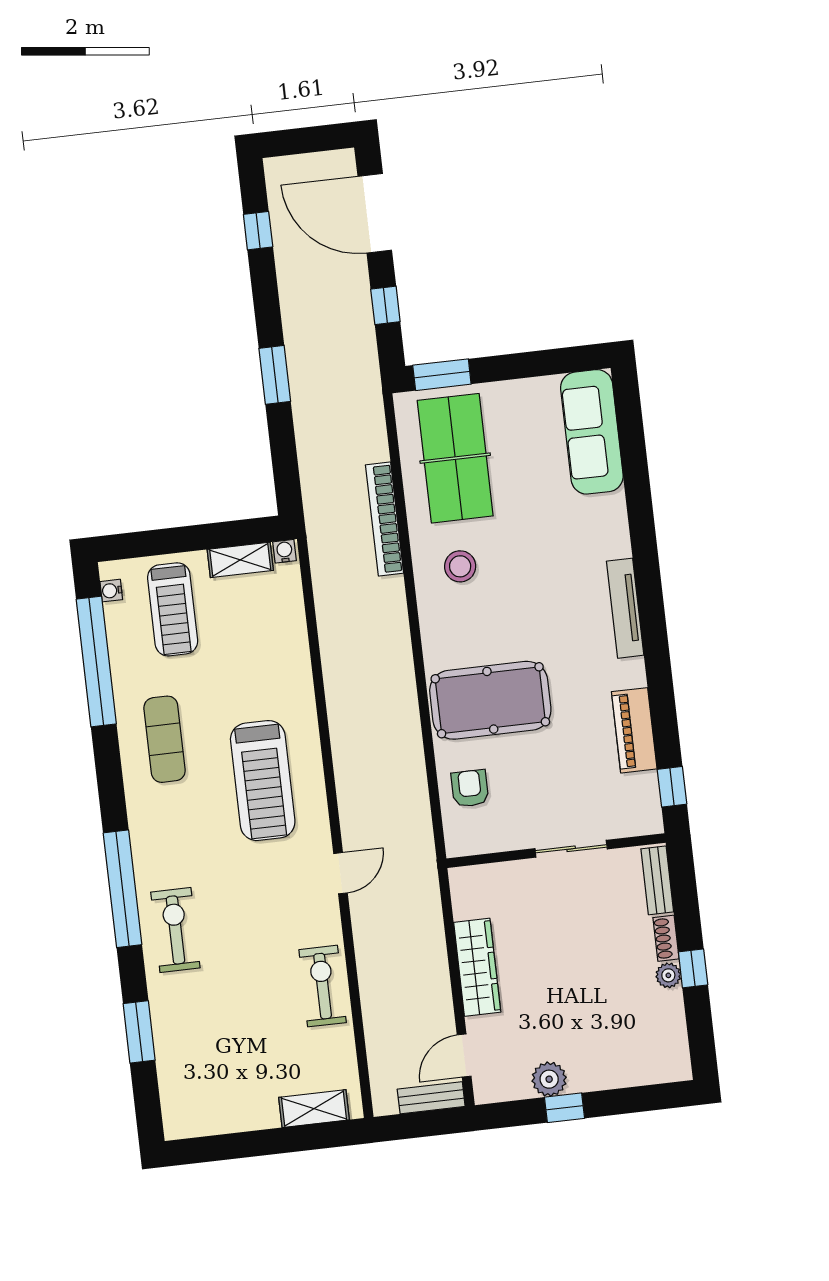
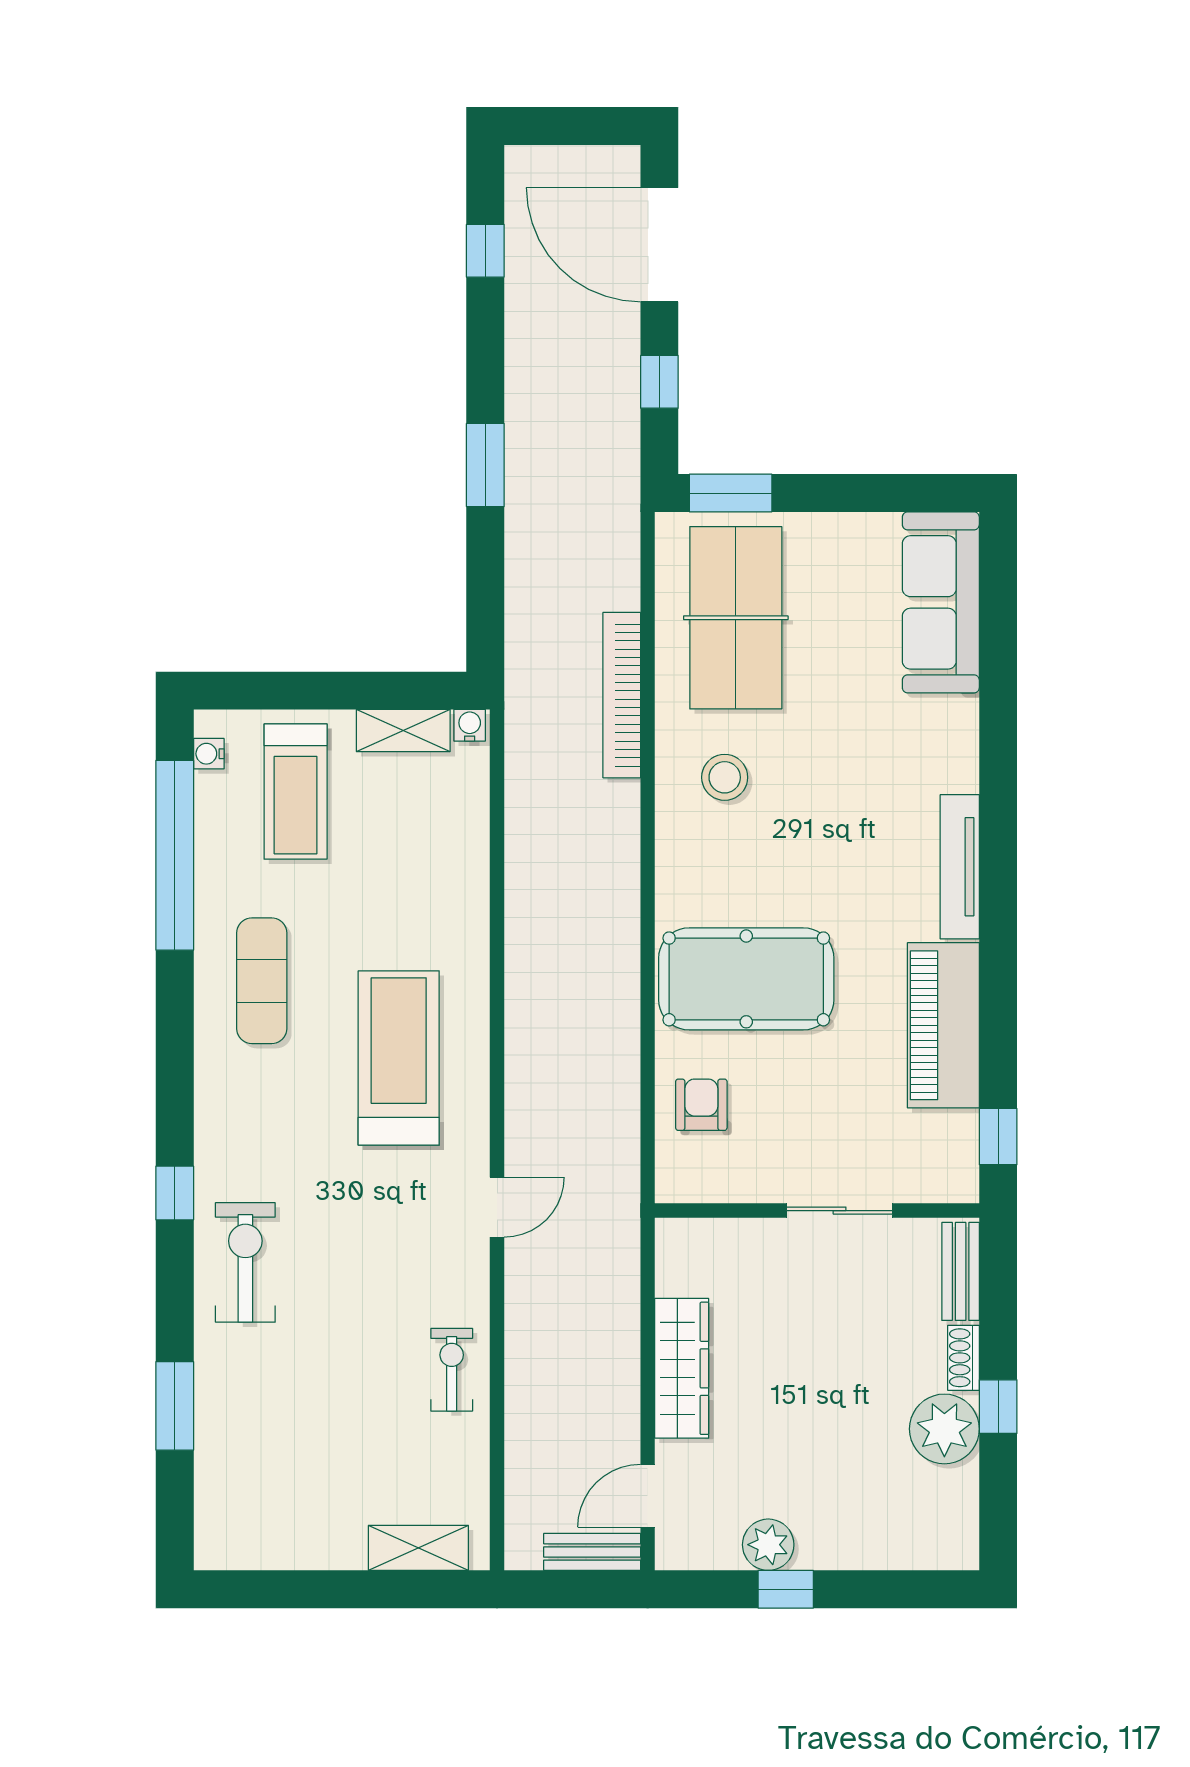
piano: (634, 730) -> (943, 1025), width x1.37, depth x1.33
treadmill: (263, 781) -> (399, 1058), turned 180
window: (123, 889) -> (175, 1193), width x0.32
plant: (668, 975) -> (944, 1429), width x1.87, depth x1.87
exercise bike: (323, 986) -> (452, 1370), width x0.73, depth x0.72

